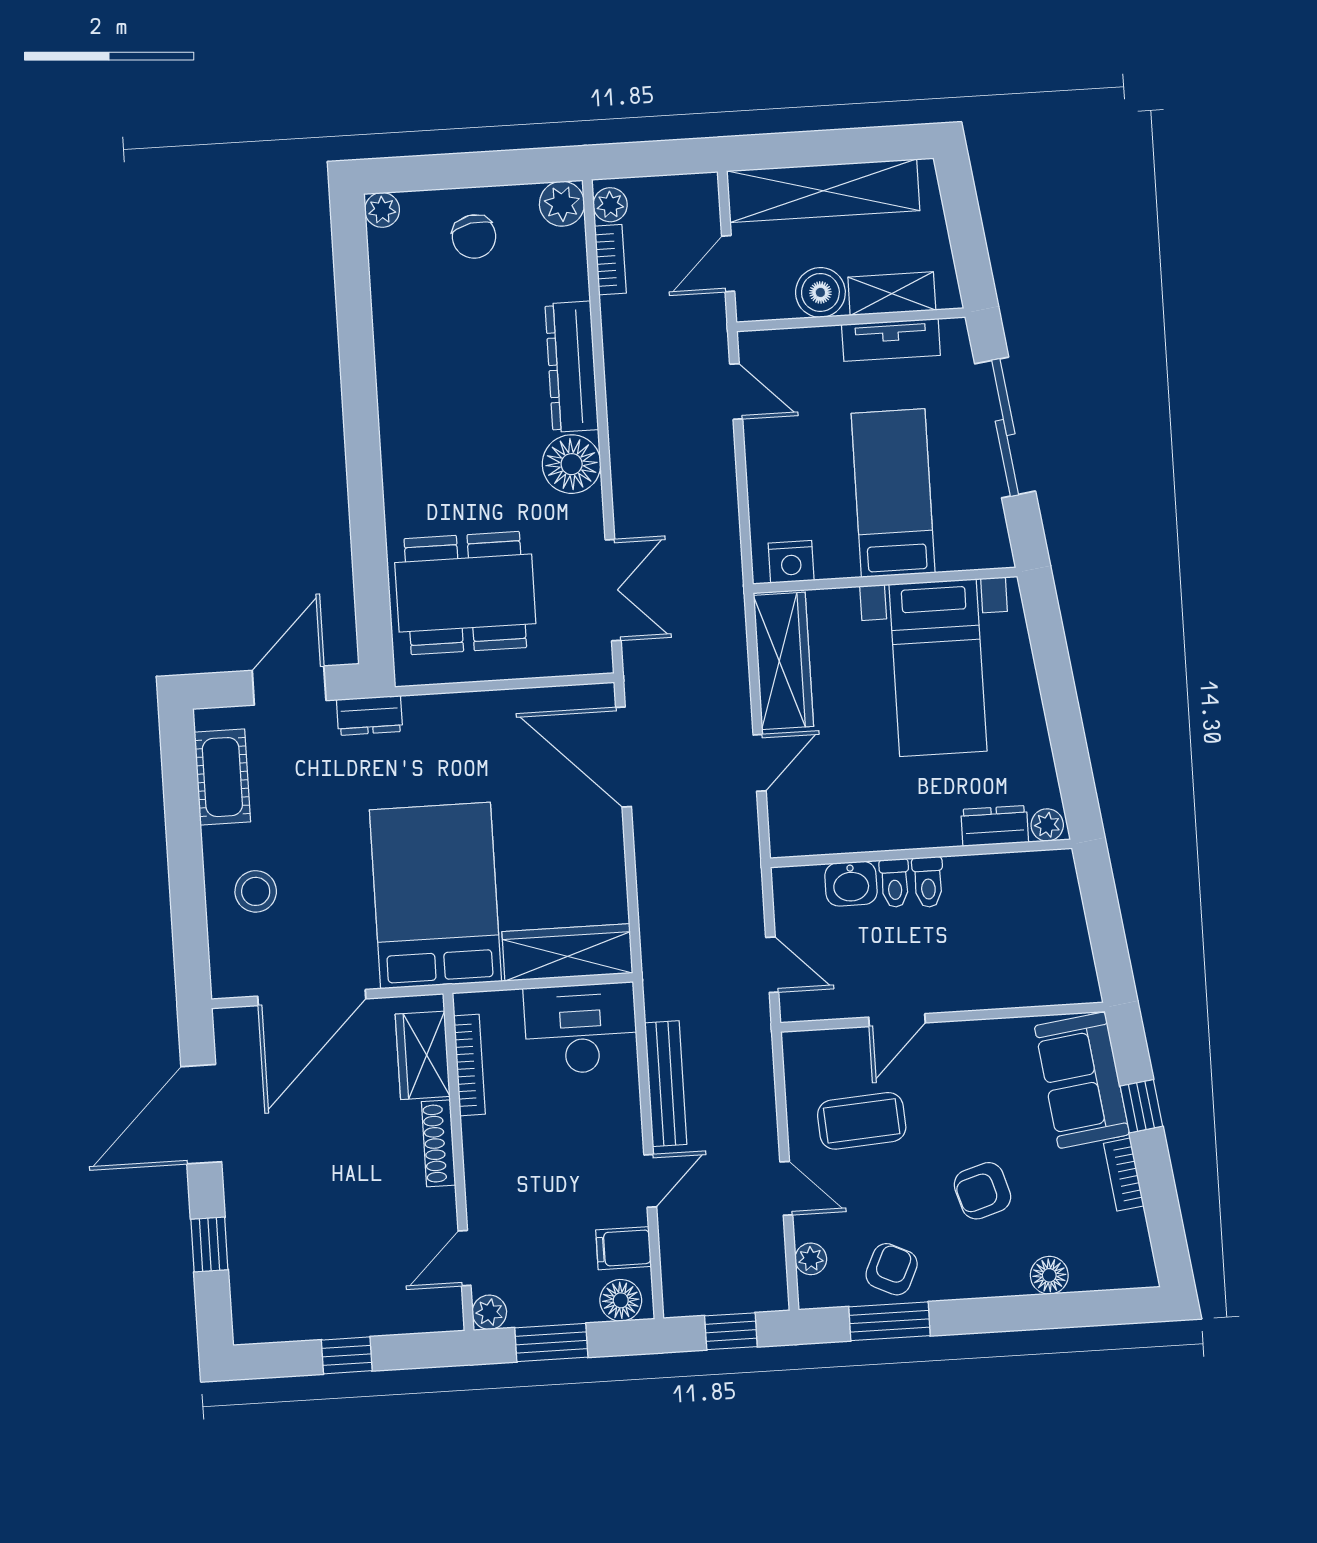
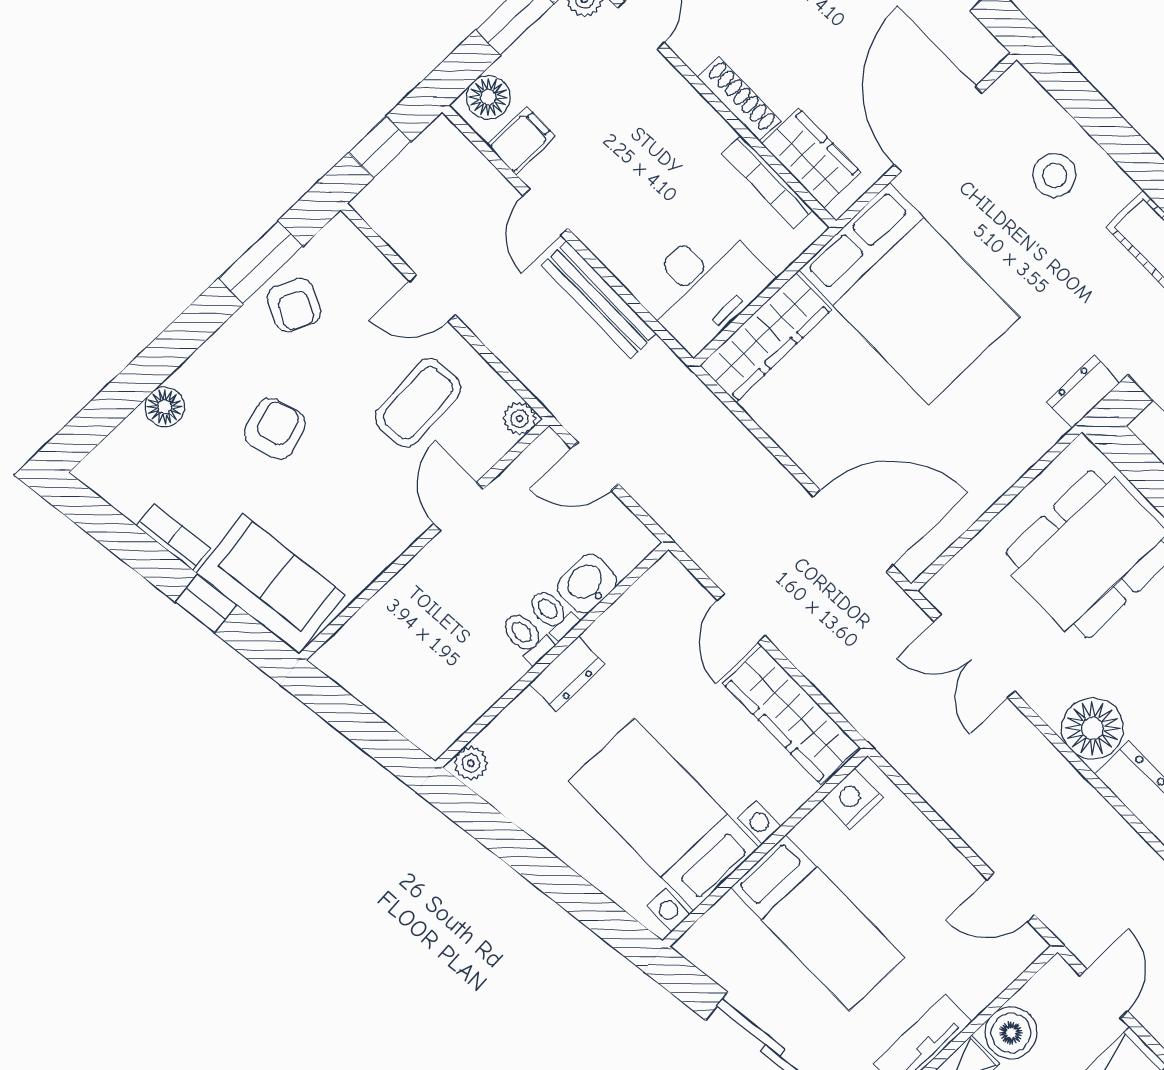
dresser: (995, 826) -> (567, 674), moved
plant: (811, 1259) -> (520, 418), moved

